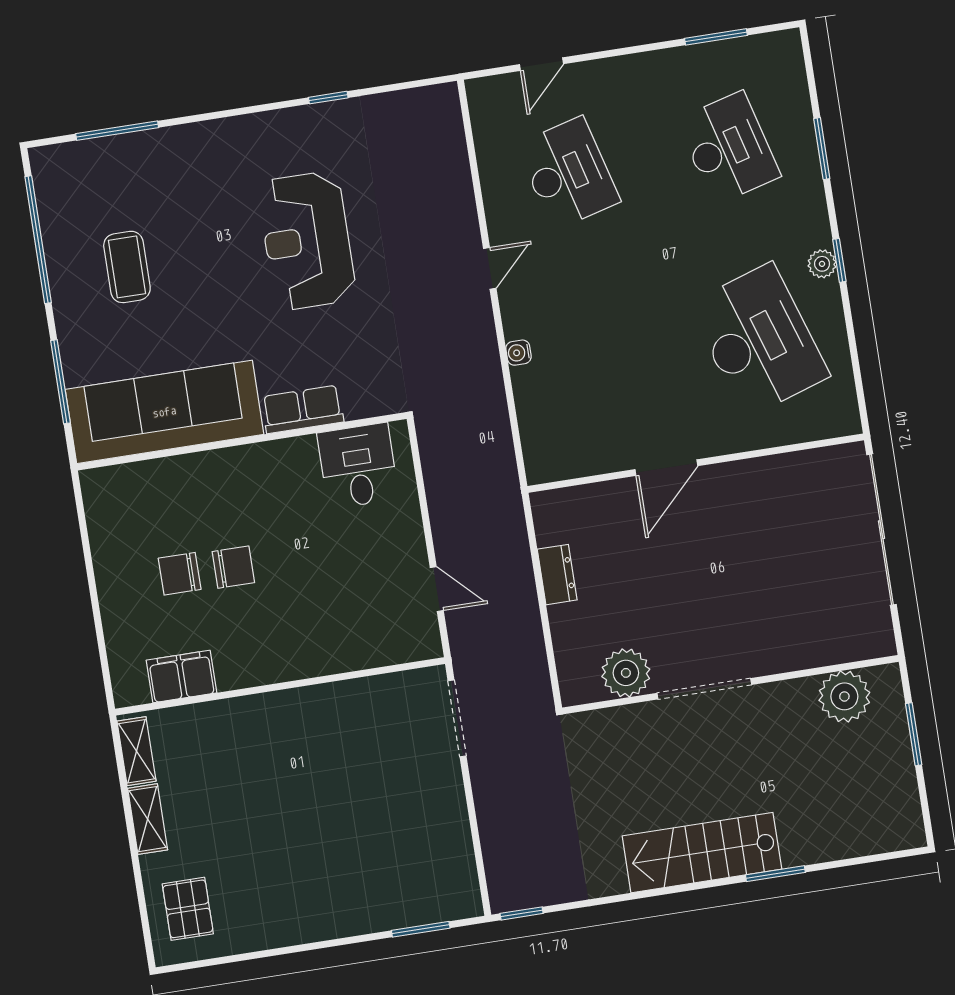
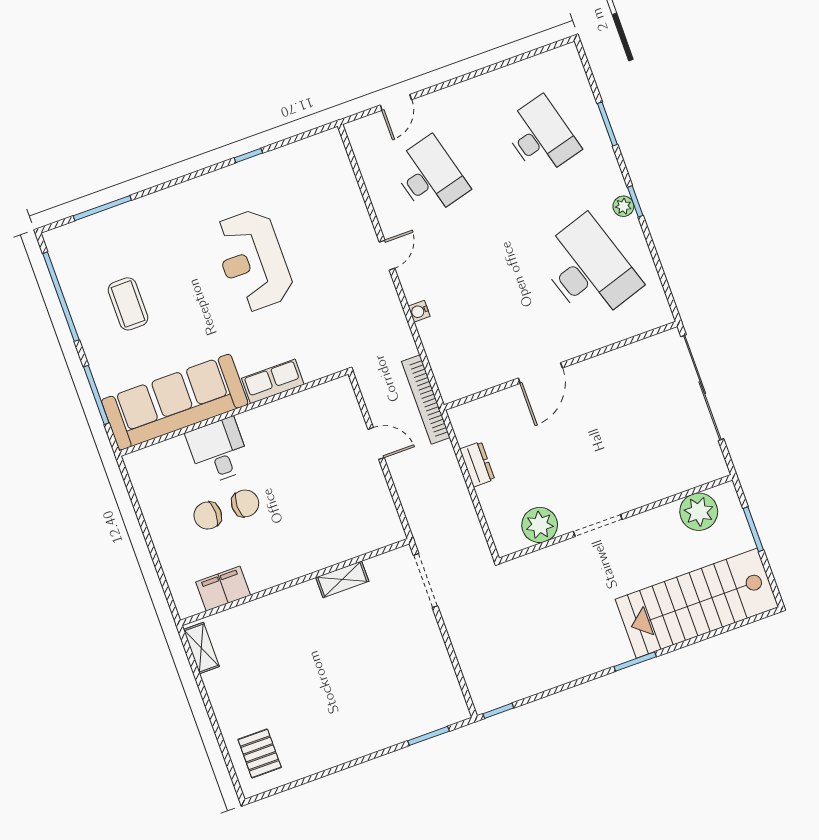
window: (716, 37) -> (517, 59), removed
desk: (358, 466) -> (218, 451), moved
bookcase: (505, 474) -> (426, 400), added
door: (437, 589) -> (376, 443), moved
doorway: (704, 689) -> (598, 525), width x0.73
shelving: (148, 819) -> (342, 579), moved, turned 90
stairs: (702, 853) -> (697, 603), moved, width x1.36, depth x1.51
window: (775, 874) -> (635, 662), moved

